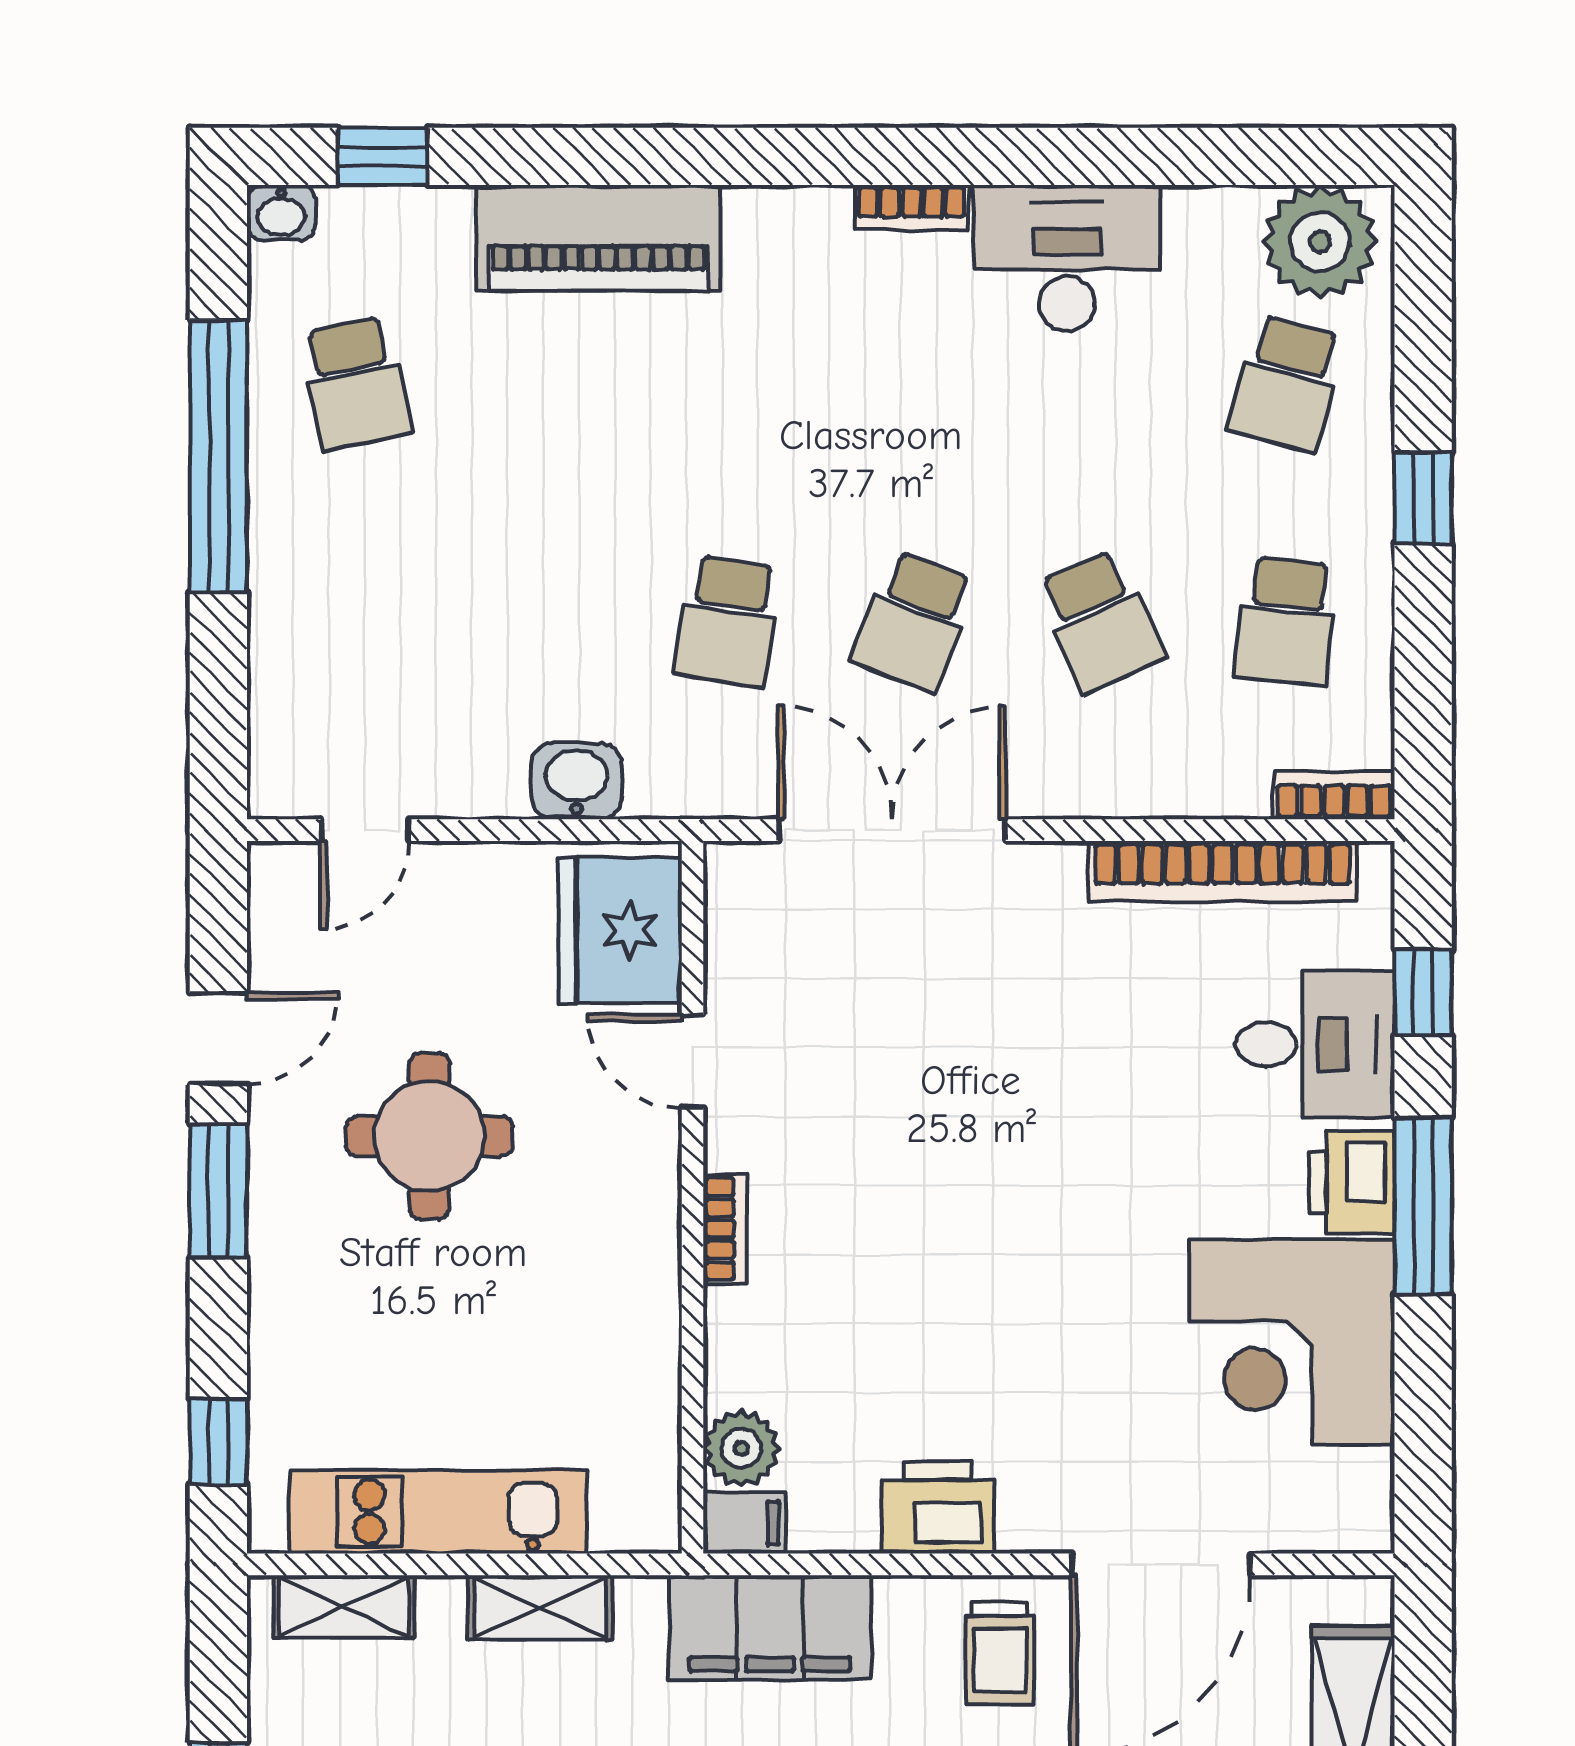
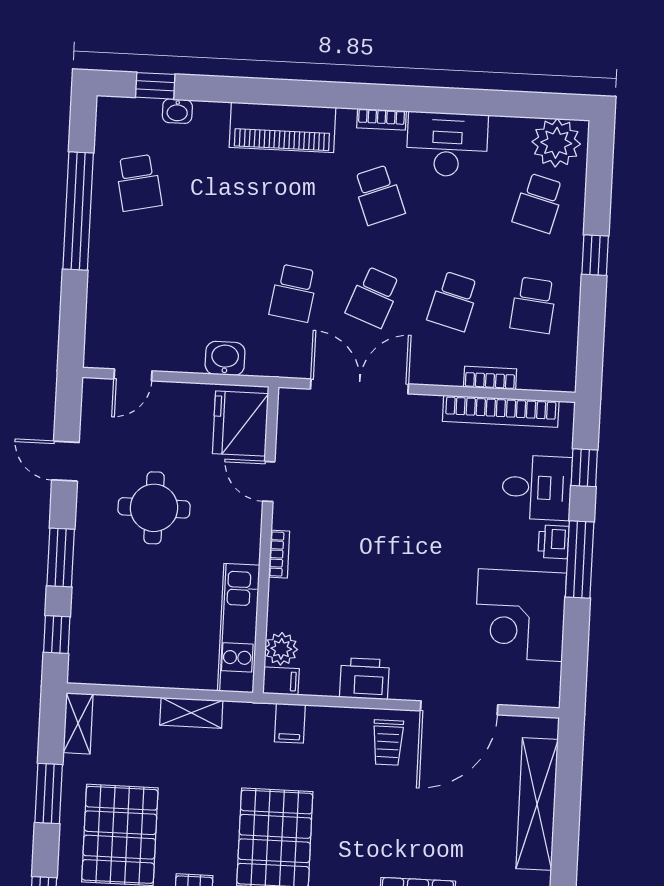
washbasin: (281, 213) -> (177, 111), moved
piano: (598, 238) -> (282, 127), moved
school desk: (914, 383) -> (379, 195), added
school desk: (1100, 621) -> (453, 301), turned 39
bookcase: (1334, 795) -> (490, 378), moved
door: (218, 1038) -> (65, 461), swing flipped
printer: (1352, 1182) -> (553, 542), width x0.73, depth x0.81
window: (218, 1191) -> (61, 557), moved
kitchen unit: (438, 1512) -> (239, 628), moved, turned -90
shelving: (344, 1607) -> (78, 723), moved, turned 90
filing cabinet: (770, 1627) -> (290, 723), width x0.33, depth x0.86

